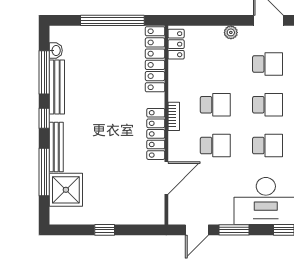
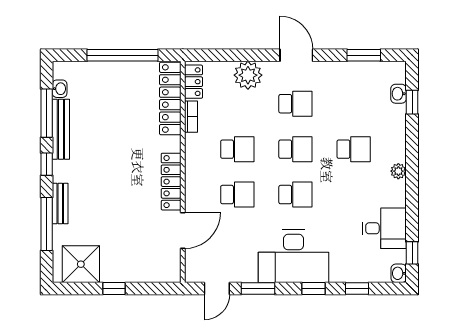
plant: (231, 32) -> (248, 75), width x1.88, depth x1.88
bookcase: (174, 116) -> (191, 117), moved
bench: (56, 147) -> (60, 203), width x0.73
shower: (66, 190) -> (81, 264), moved

